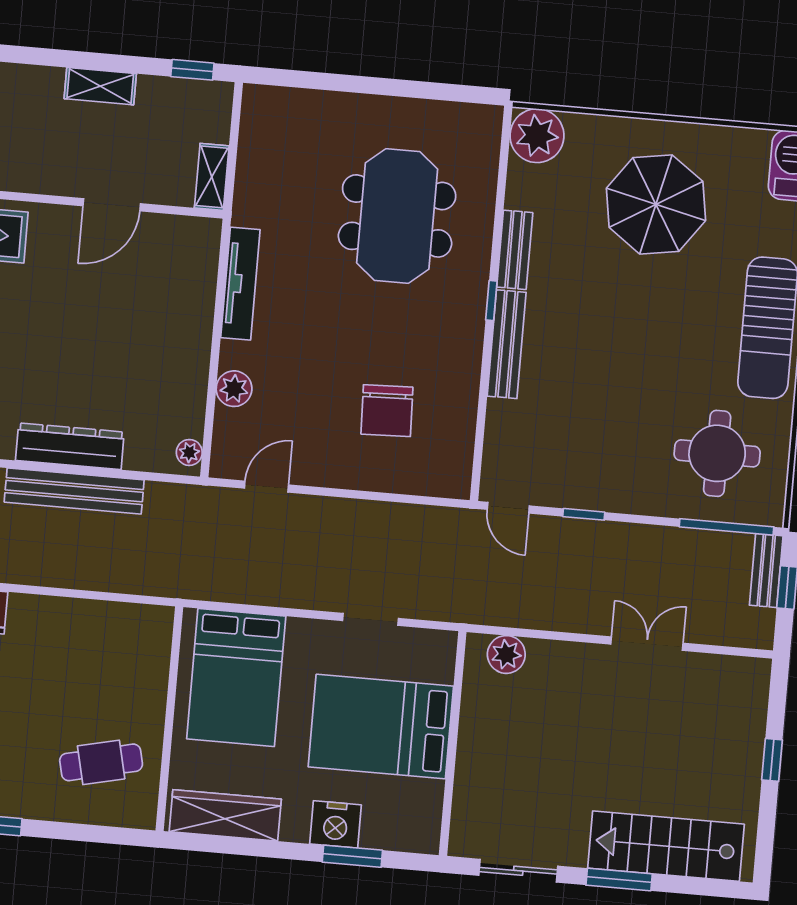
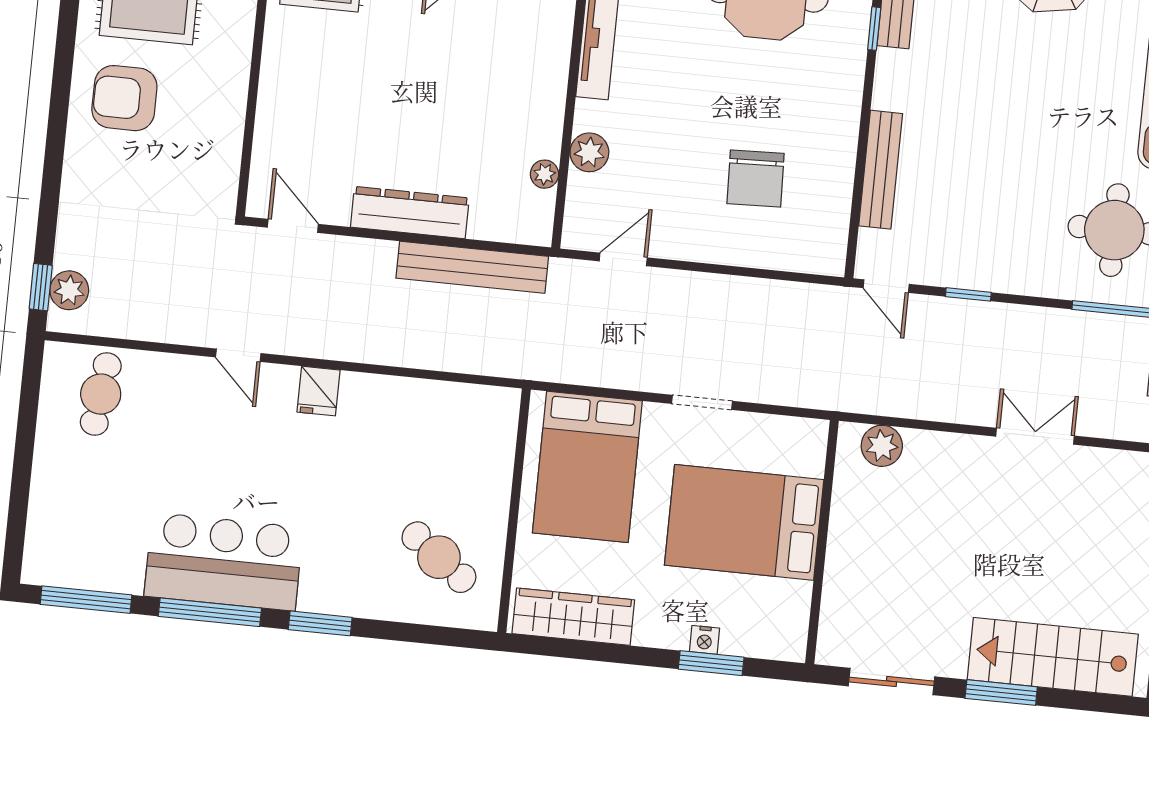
window: (491, 301) -> (874, 29), moved
bench: (507, 344) -> (881, 170), moved
plant: (189, 452) -> (544, 174), moved
bench: (74, 491) -> (472, 267), moved
doorway: (370, 619) -> (702, 402), moved
cafe table: (101, 762) -> (439, 557), turned 50
nightstand: (336, 824) -> (705, 640), width x0.53, depth x0.56

